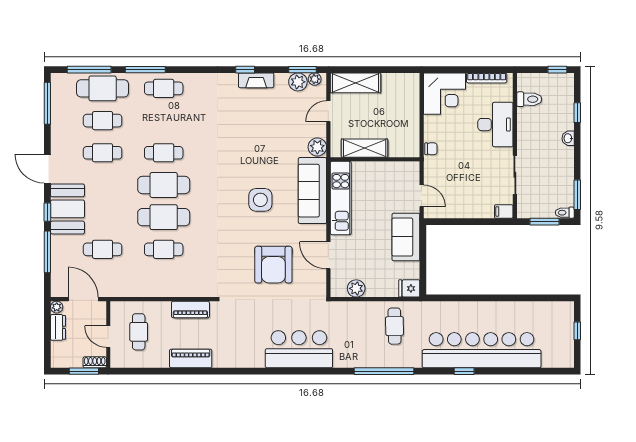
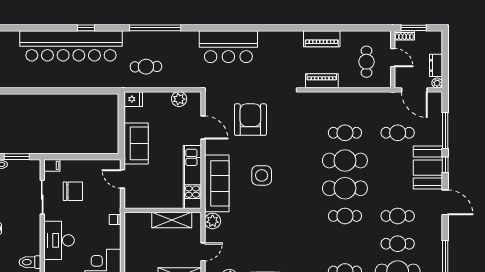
chair: (479, 182) -> (73, 191), added
cafe table: (395, 326) -> (146, 67), turned 90

